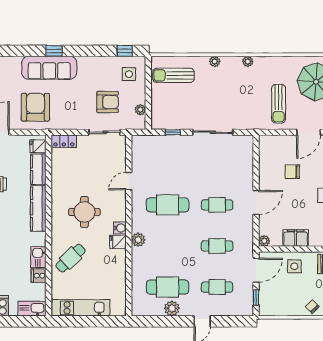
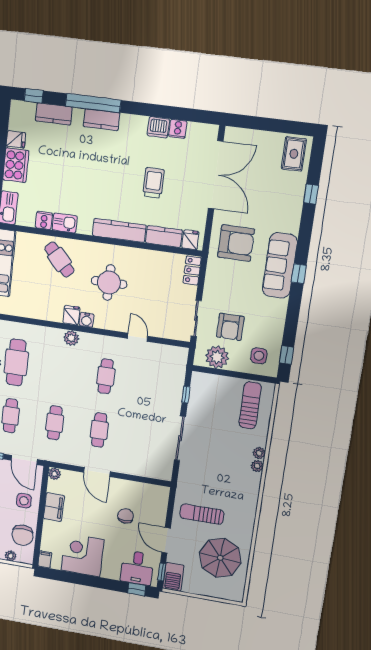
plant: (248, 61) -> (257, 466), moved
plant: (140, 110) -> (217, 357), width x1.88, depth x1.88
cafe table: (168, 205) -> (106, 376), width x0.73, depth x0.74

